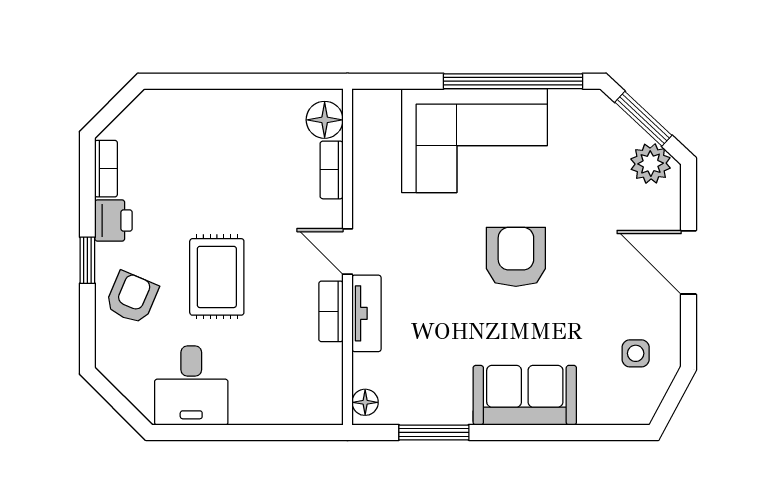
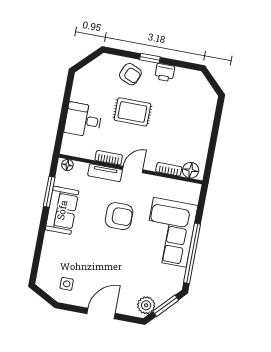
bookcase: (106, 169) -> (187, 73), removed
armchair: (516, 257) -> (119, 216), moved
desk: (191, 386) -> (83, 120), moved
sofa: (525, 395) -> (62, 210), moved

